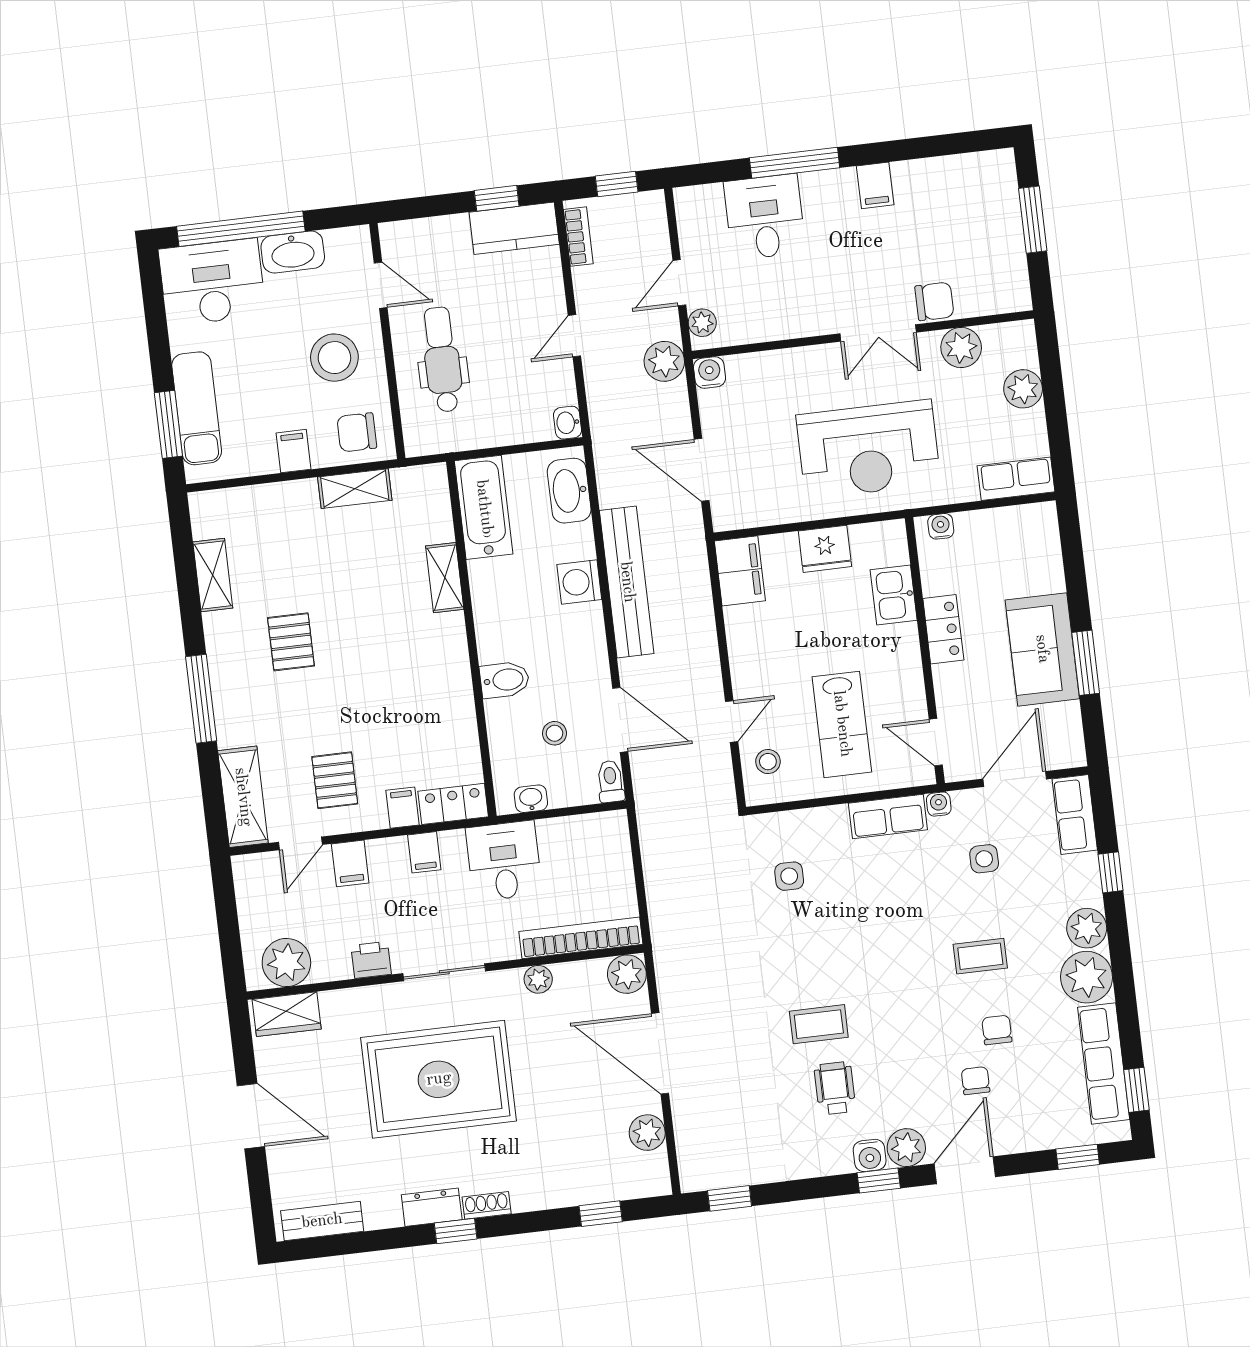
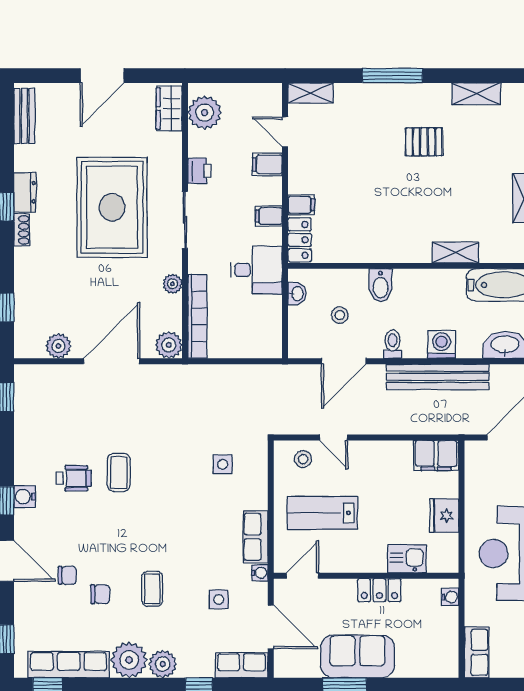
pallet: (335, 780) -> (326, 161), removed
toilet: (611, 781) -> (393, 344), moved, turned -90
shelving: (243, 797) -> (310, 93), width x0.67, depth x0.75
plant: (906, 1148) -> (27, 522), removed

